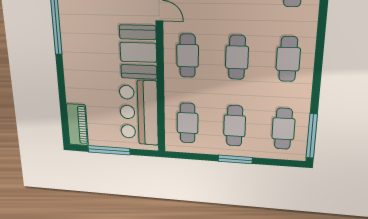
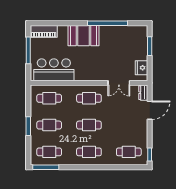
booth: (138, 52) -> (83, 36), moved

